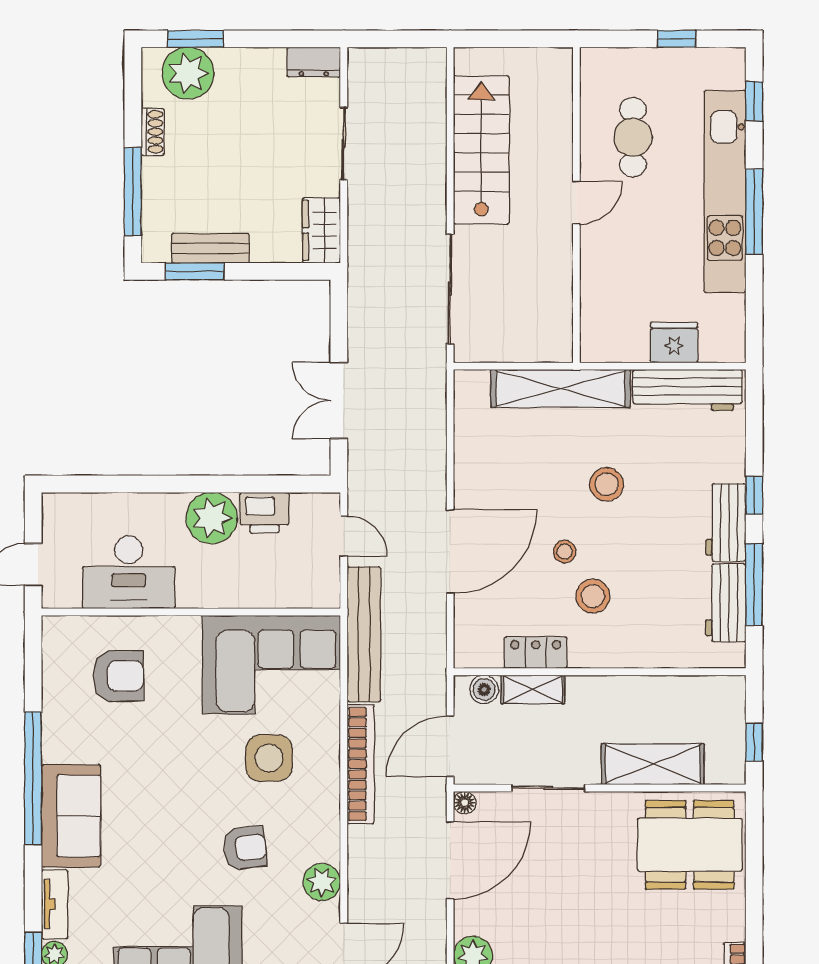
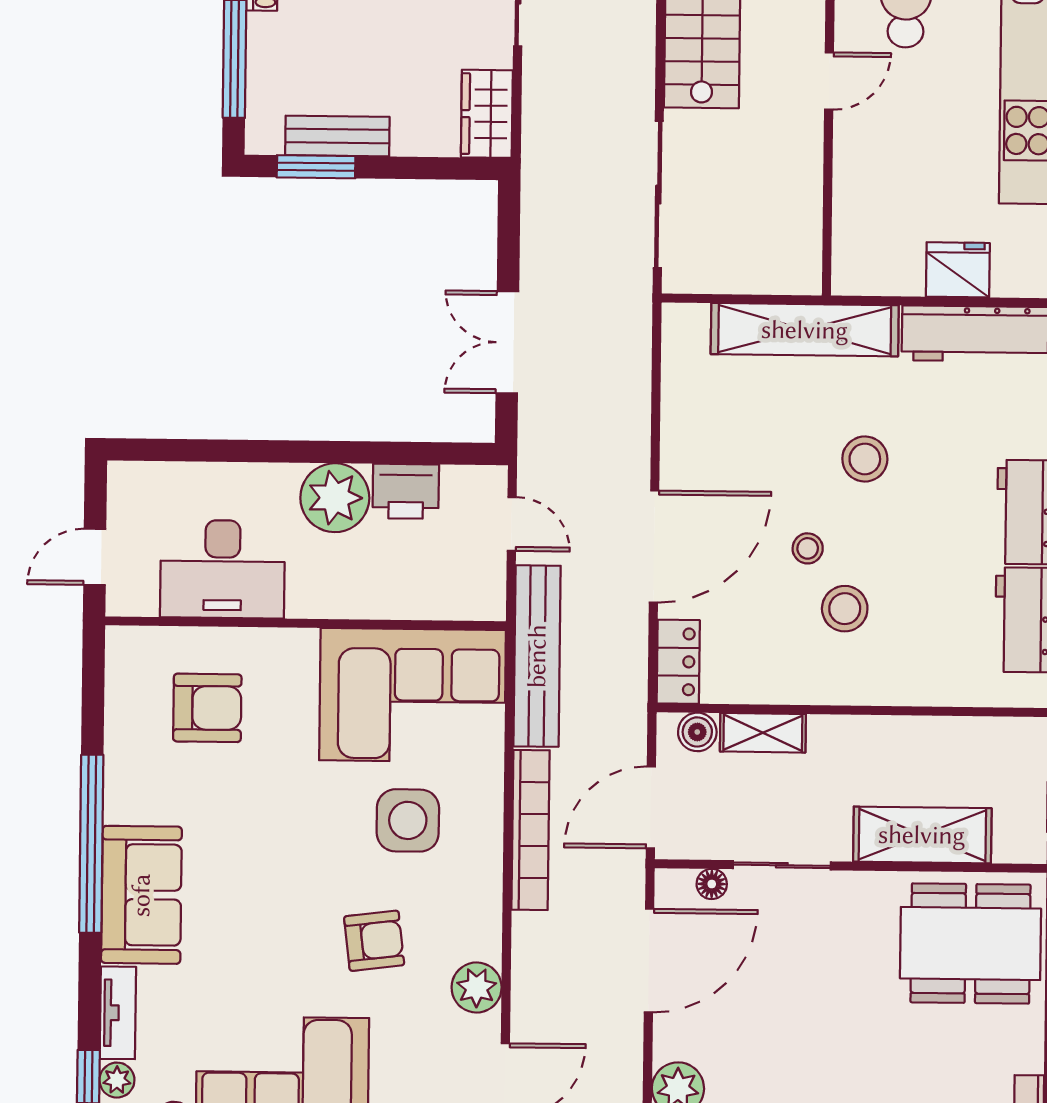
locker: (536, 653) -> (678, 662), moved, turned 90
floor lamp: (465, 803) -> (712, 884), moved

